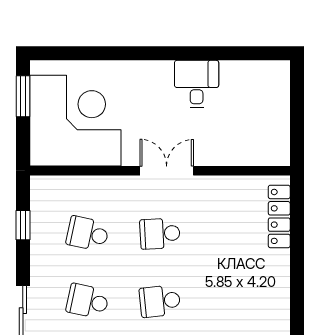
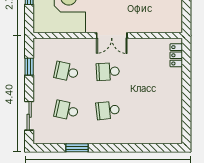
double door: (167, 171) -> (112, 35), swing flipped
locker: (279, 216) -> (176, 55), width x0.66

